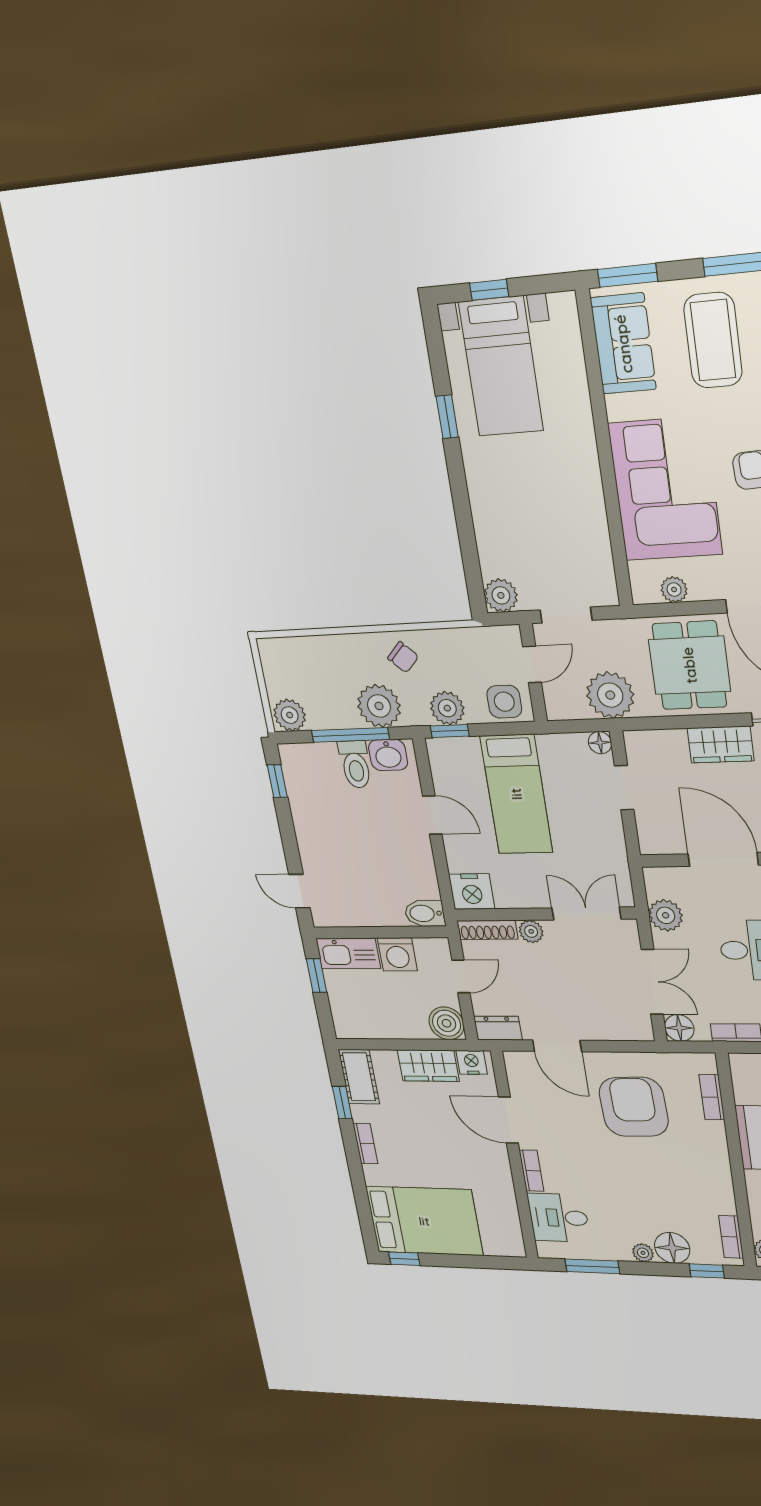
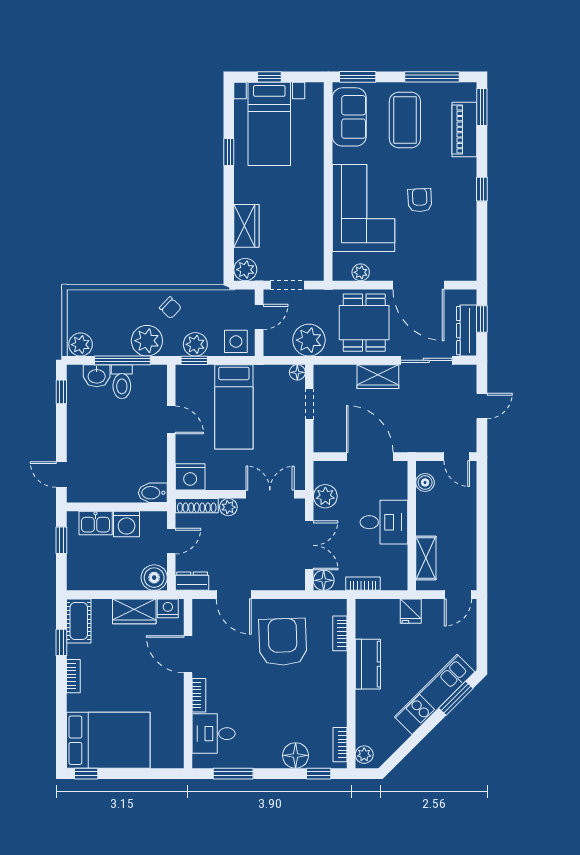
wardrobe: (492, 529) -> (246, 226), added
washbasin: (388, 755) -> (97, 376), moved
kitchen sink: (348, 953) -> (96, 523), width x0.73
plant: (643, 1253) -> (273, 761), removed

